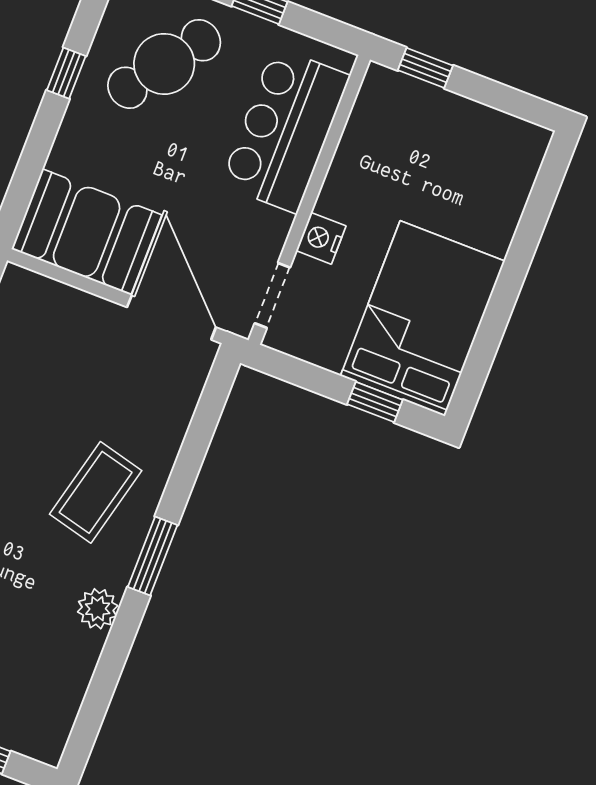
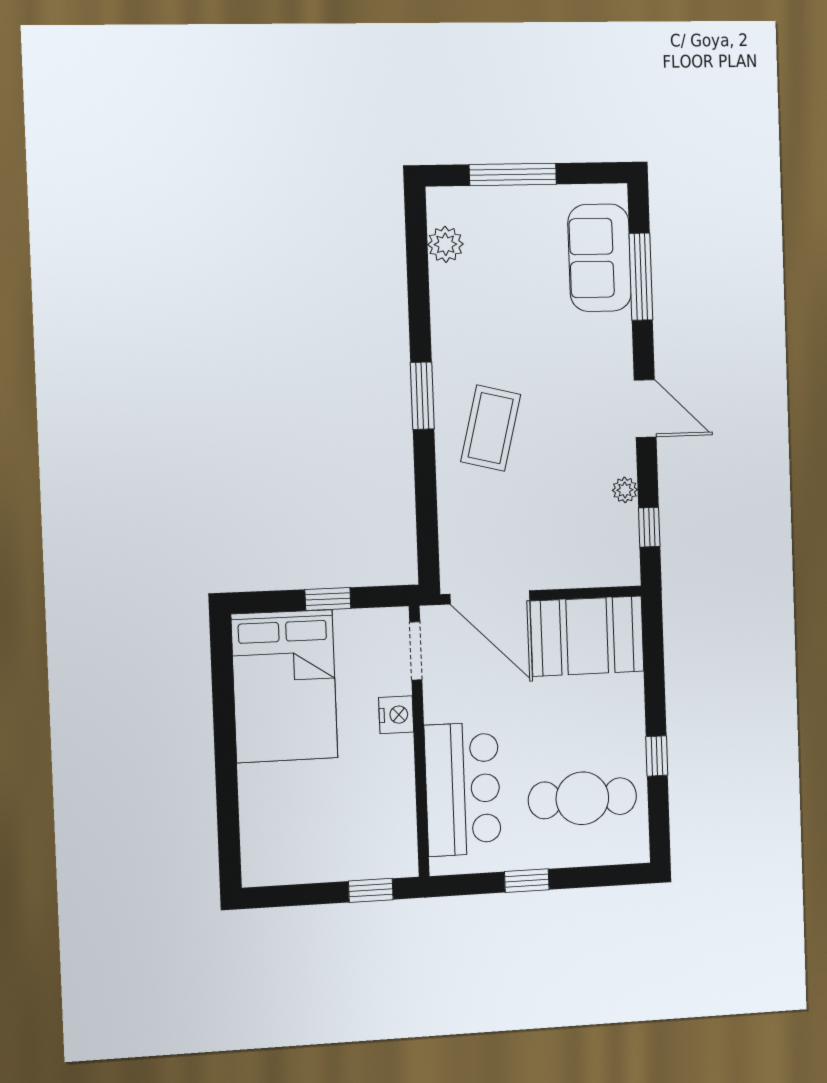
cafe table: (164, 64) -> (582, 798), turned 54
window: (375, 402) -> (328, 599), moved
plant: (98, 609) -> (445, 244), moved

